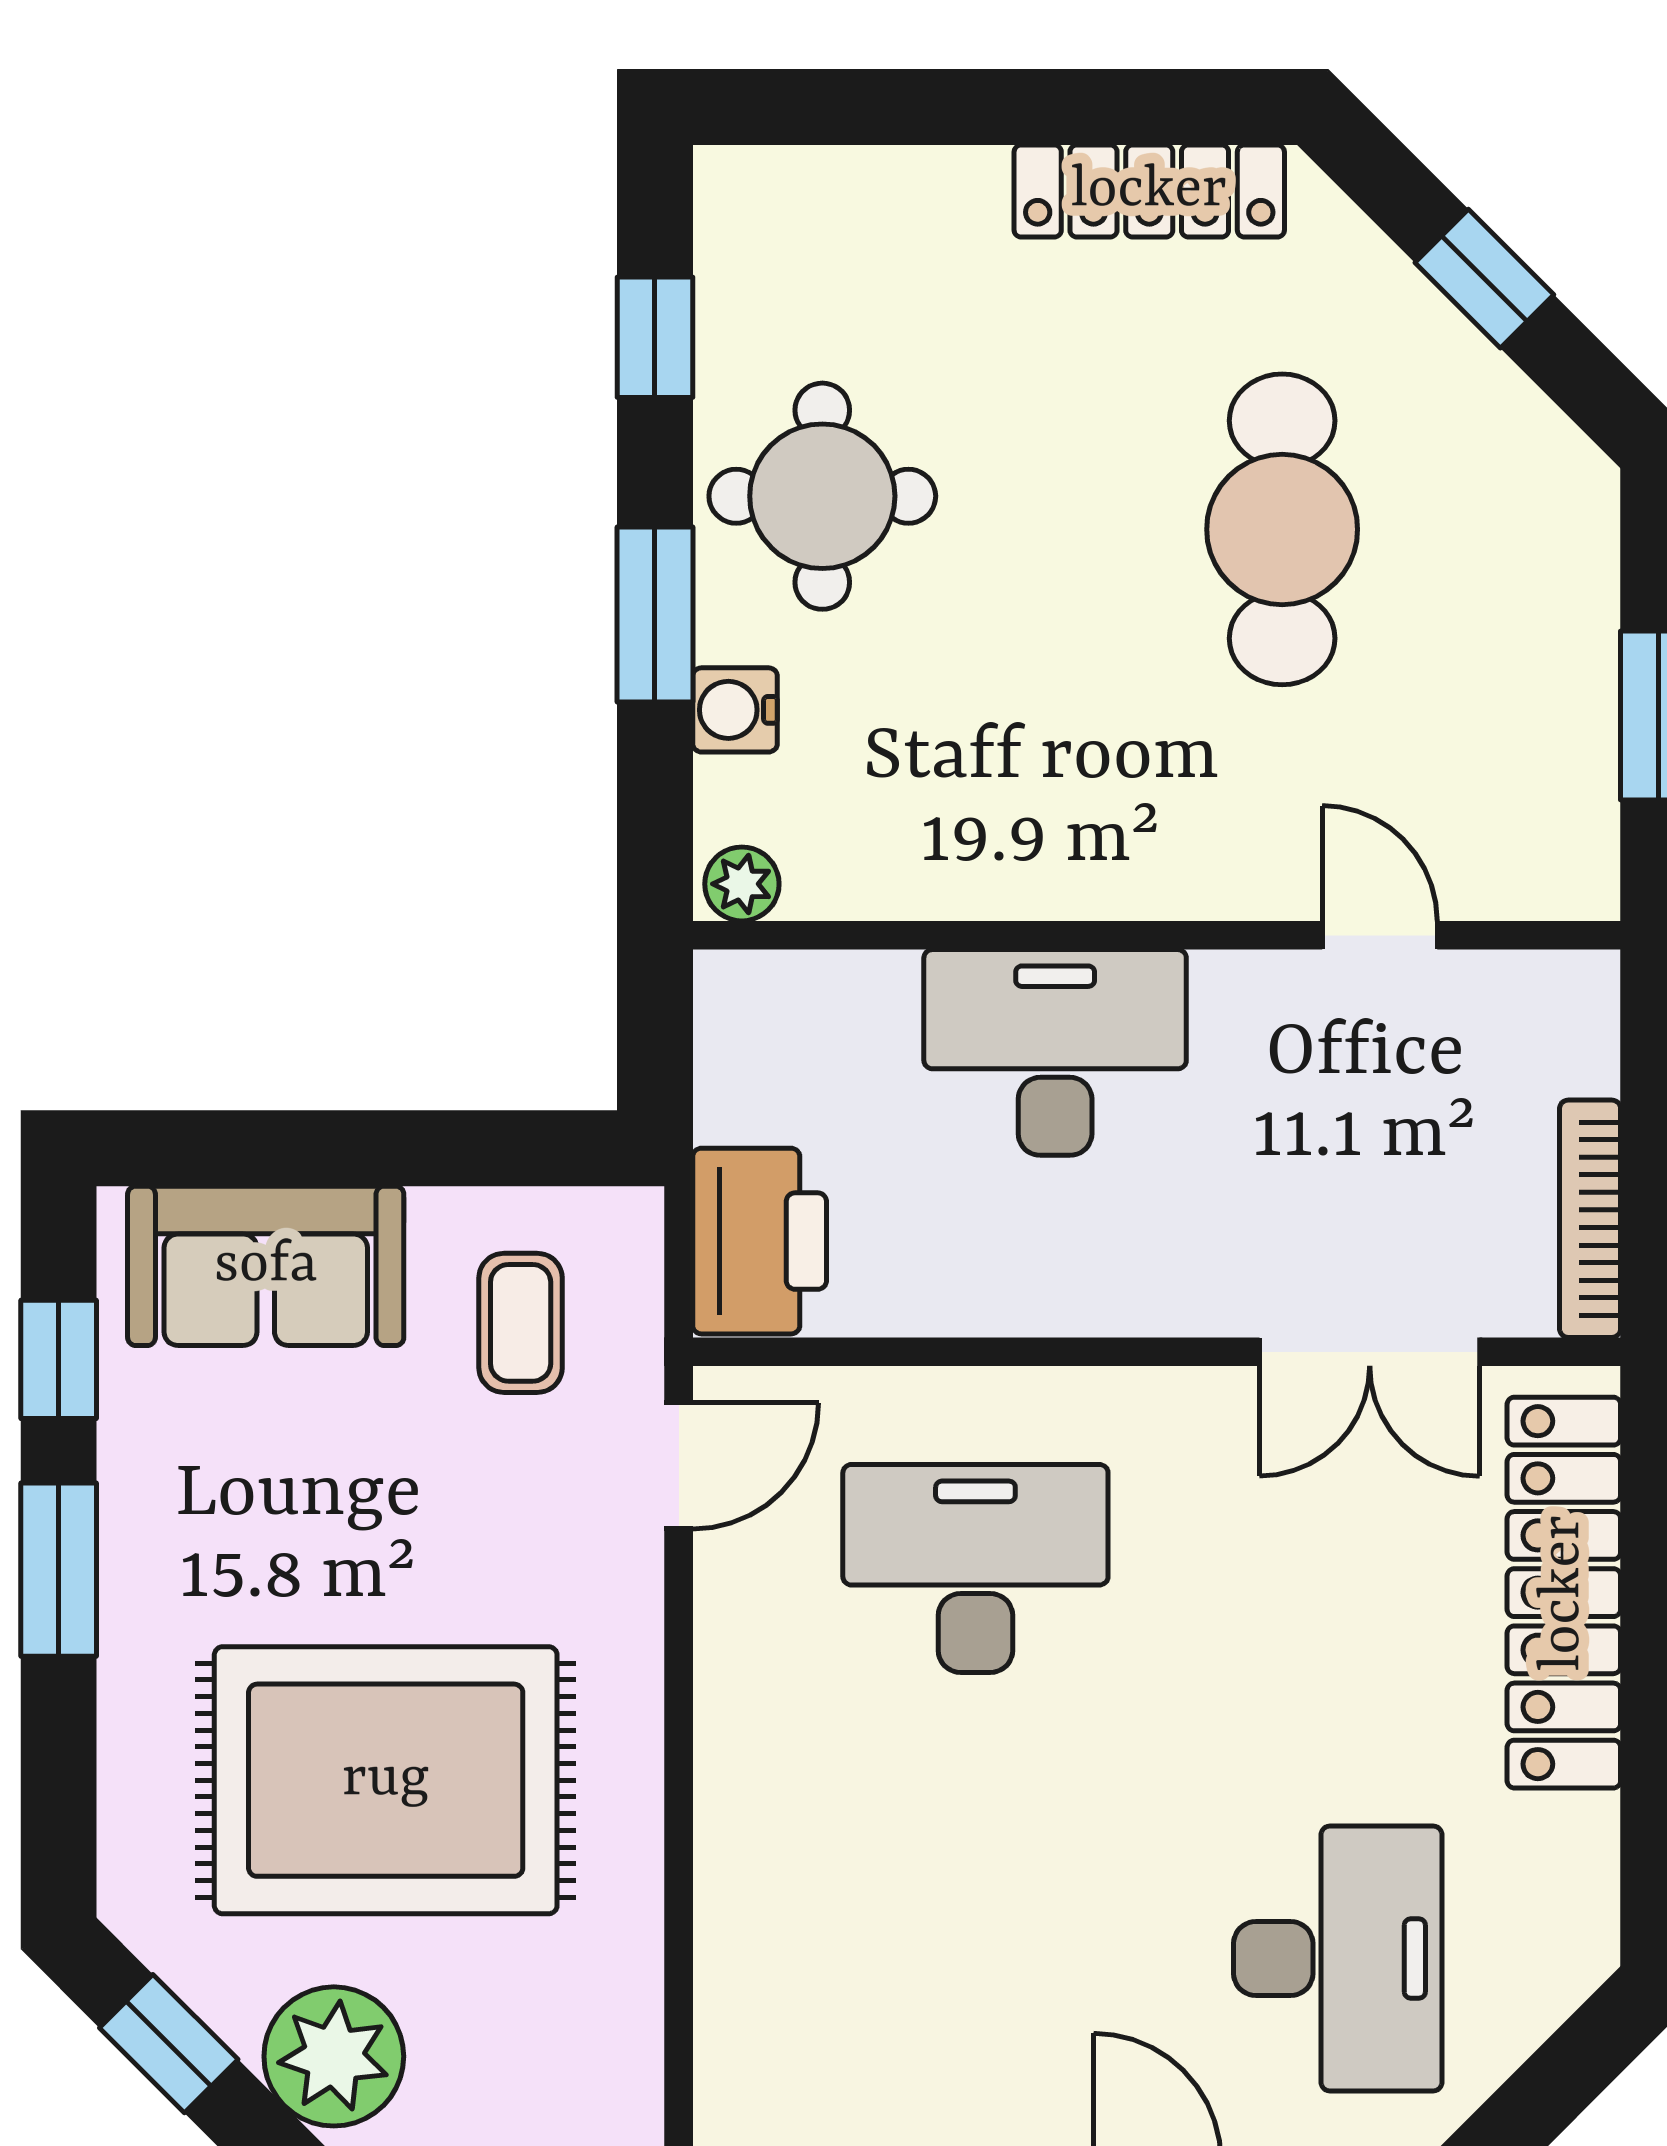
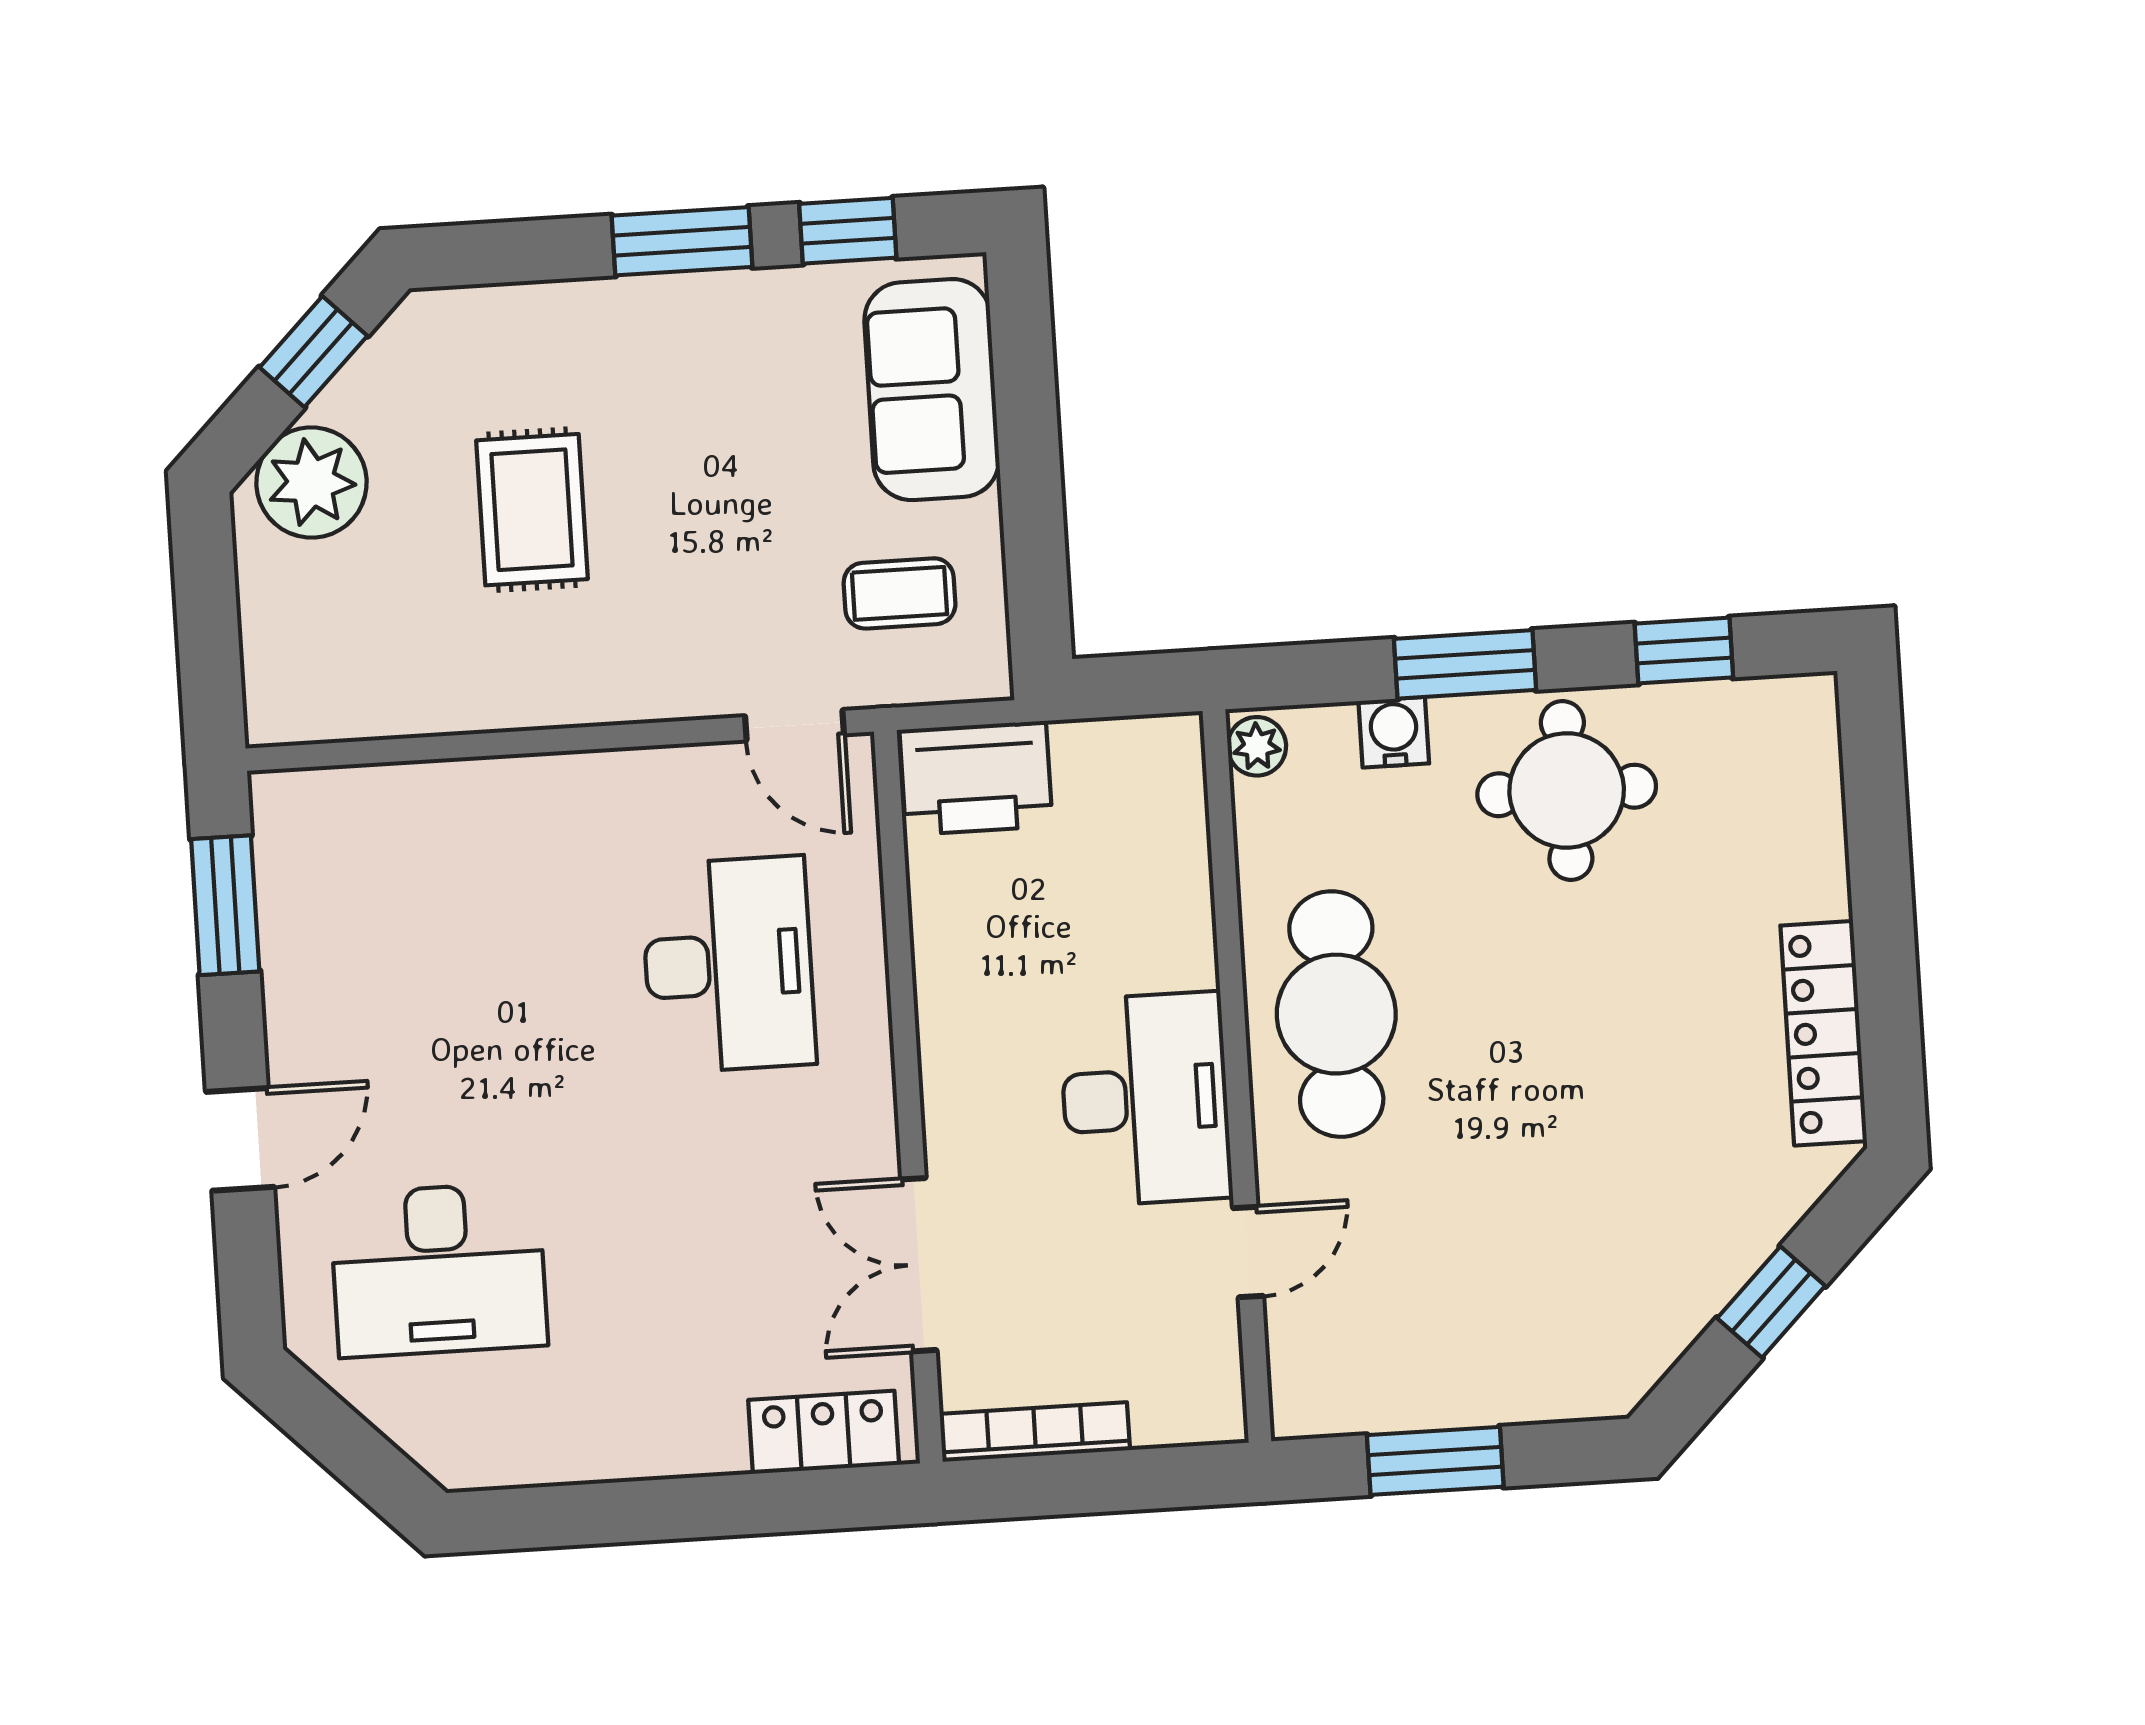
cafe table: (1282, 529) -> (1336, 1014), moved, turned 90
desk: (1055, 1052) -> (1146, 1099), moved
locker: (1564, 1593) -> (824, 1432), width x0.46, depth x0.83
rug: (386, 1780) -> (532, 510), width x0.54, depth x0.49

